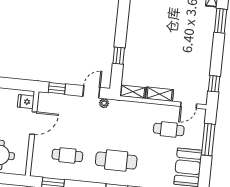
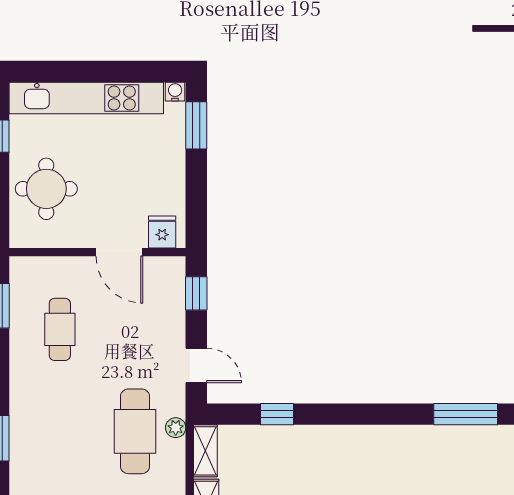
plant: (104, 103) -> (176, 428), moved
cafe table: (116, 160) -> (135, 431), moved

